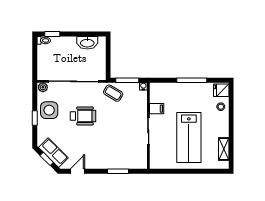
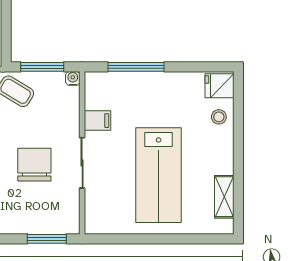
window: (192, 80) -> (136, 67), moved
chair: (123, 132) -> (34, 165), added
window: (118, 171) -> (47, 239), moved

